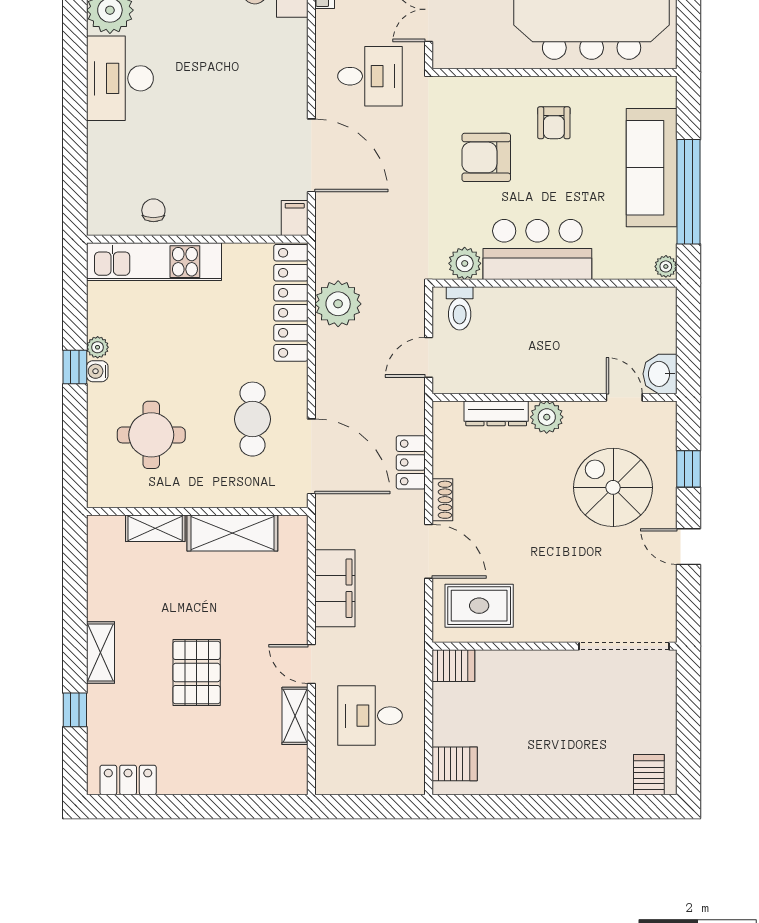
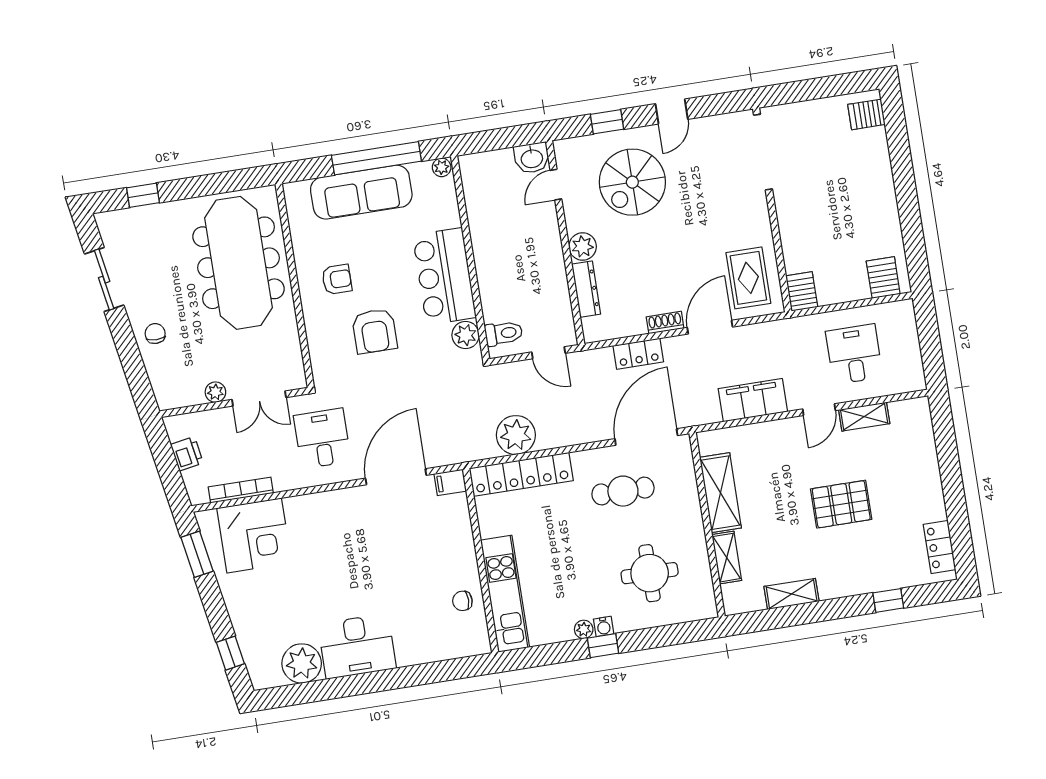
shelving: (100, 653) -> (792, 594), moved
desk: (370, 716) -> (854, 354), turned 180

